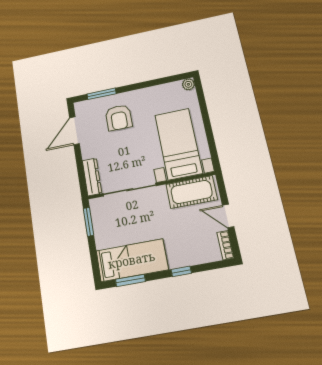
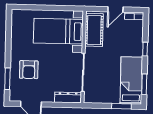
plant: (188, 84) -> (16, 14), removed
armchair: (119, 118) -> (29, 70), turned 90
window: (89, 222) -> (121, 106), moved

